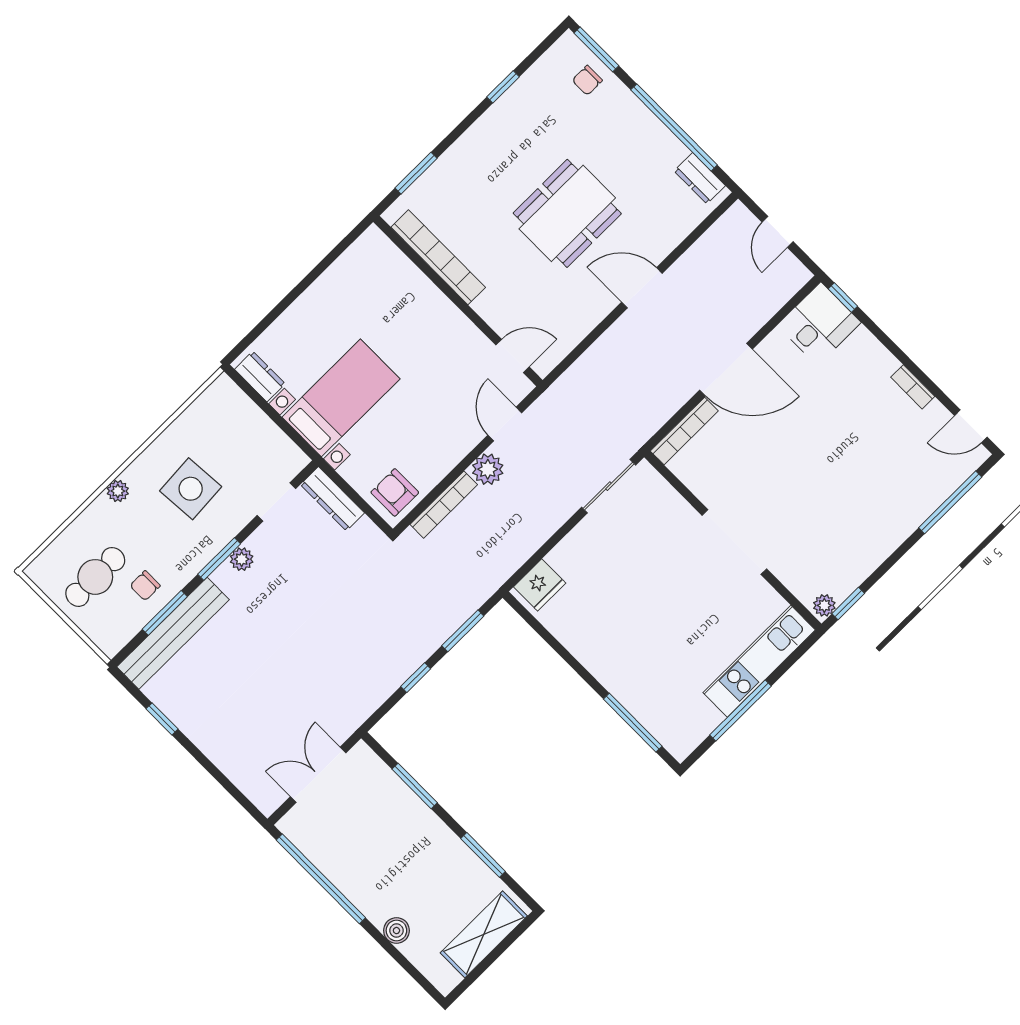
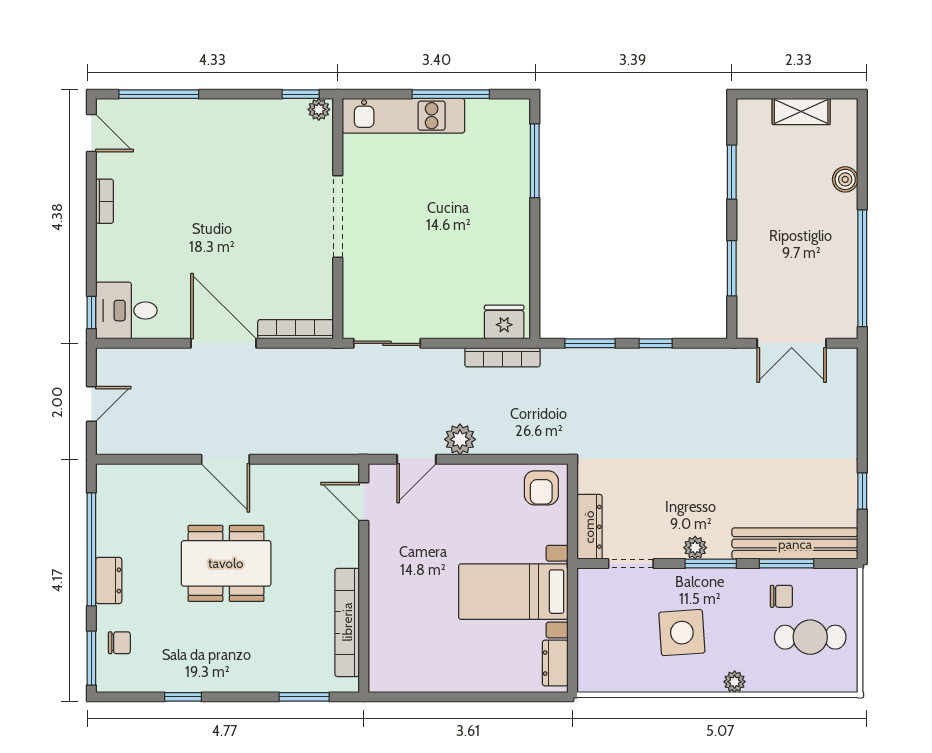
dresser: (700, 178) -> (109, 580), moved
bookcase: (444, 505) -> (502, 357), moved, turned 180
shelving: (484, 934) -> (801, 112), width x0.67, depth x0.75

